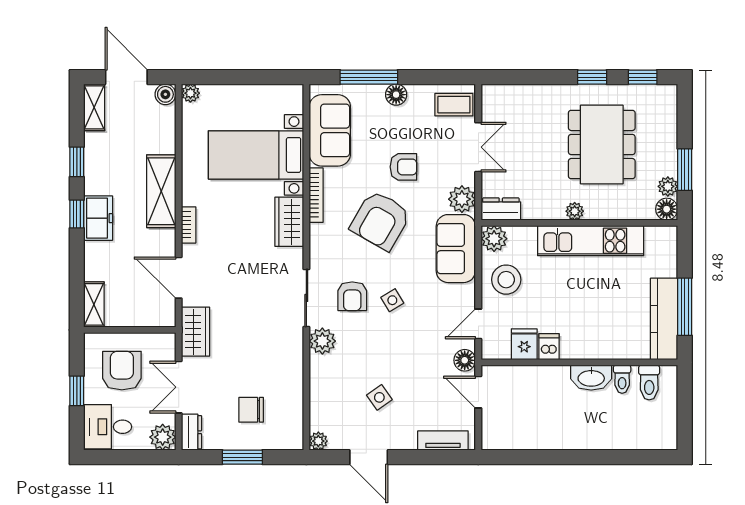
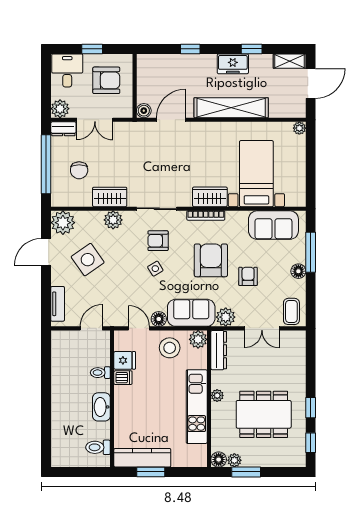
boiler: (165, 94) -> (144, 111), moved
armchair: (403, 167) -> (248, 276), turned 180
shelving: (161, 191) -> (231, 108), width x1.47
bookcase: (316, 195) -> (206, 216), moved
dresser: (501, 209) -> (219, 350), width x1.44
window: (77, 214) -> (190, 49), moved
freezer: (98, 218) -> (233, 64), moved
armchair: (380, 220) -> (211, 260), turned 60
bookcase: (189, 225) -> (208, 127), removed
shelving: (94, 304) -> (152, 61), removed
window: (685, 307) -> (151, 472), width x0.69
wardrobe: (196, 332) -> (110, 197), moved, turned 180
plant: (322, 341) -> (113, 220), moved
floor lamp: (465, 360) -> (159, 319), moved
toilet: (622, 379) -> (100, 373), moved
double door: (179, 387) -> (95, 120), swing flipped
side table: (379, 397) -> (88, 260), width x1.87, depth x1.87
chair: (251, 410) -> (79, 170), turned 180
plant: (318, 441) -> (63, 223), width x1.88, depth x1.88
window: (242, 457) -> (46, 164), width x2.11

